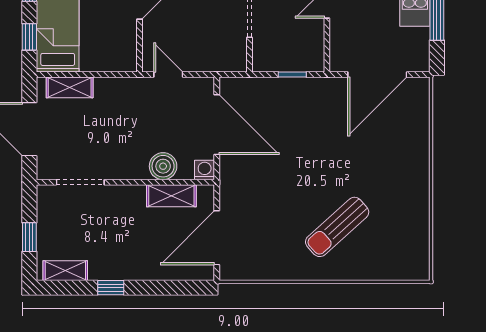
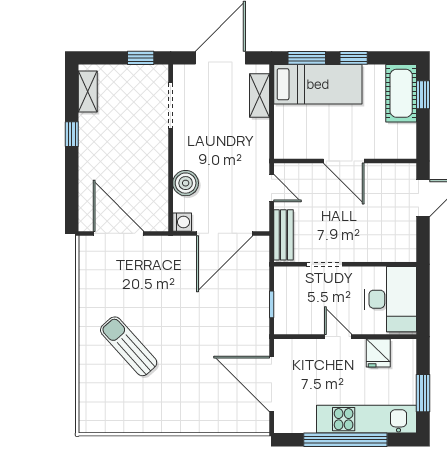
window: (29, 37) -> (307, 58), width x1.50
bench: (218, 62) -> (283, 235), added
door: (168, 74) -> (272, 188), hinge flipped
shelving: (171, 196) -> (158, 191), removed
window: (29, 237) -> (141, 58), moved

